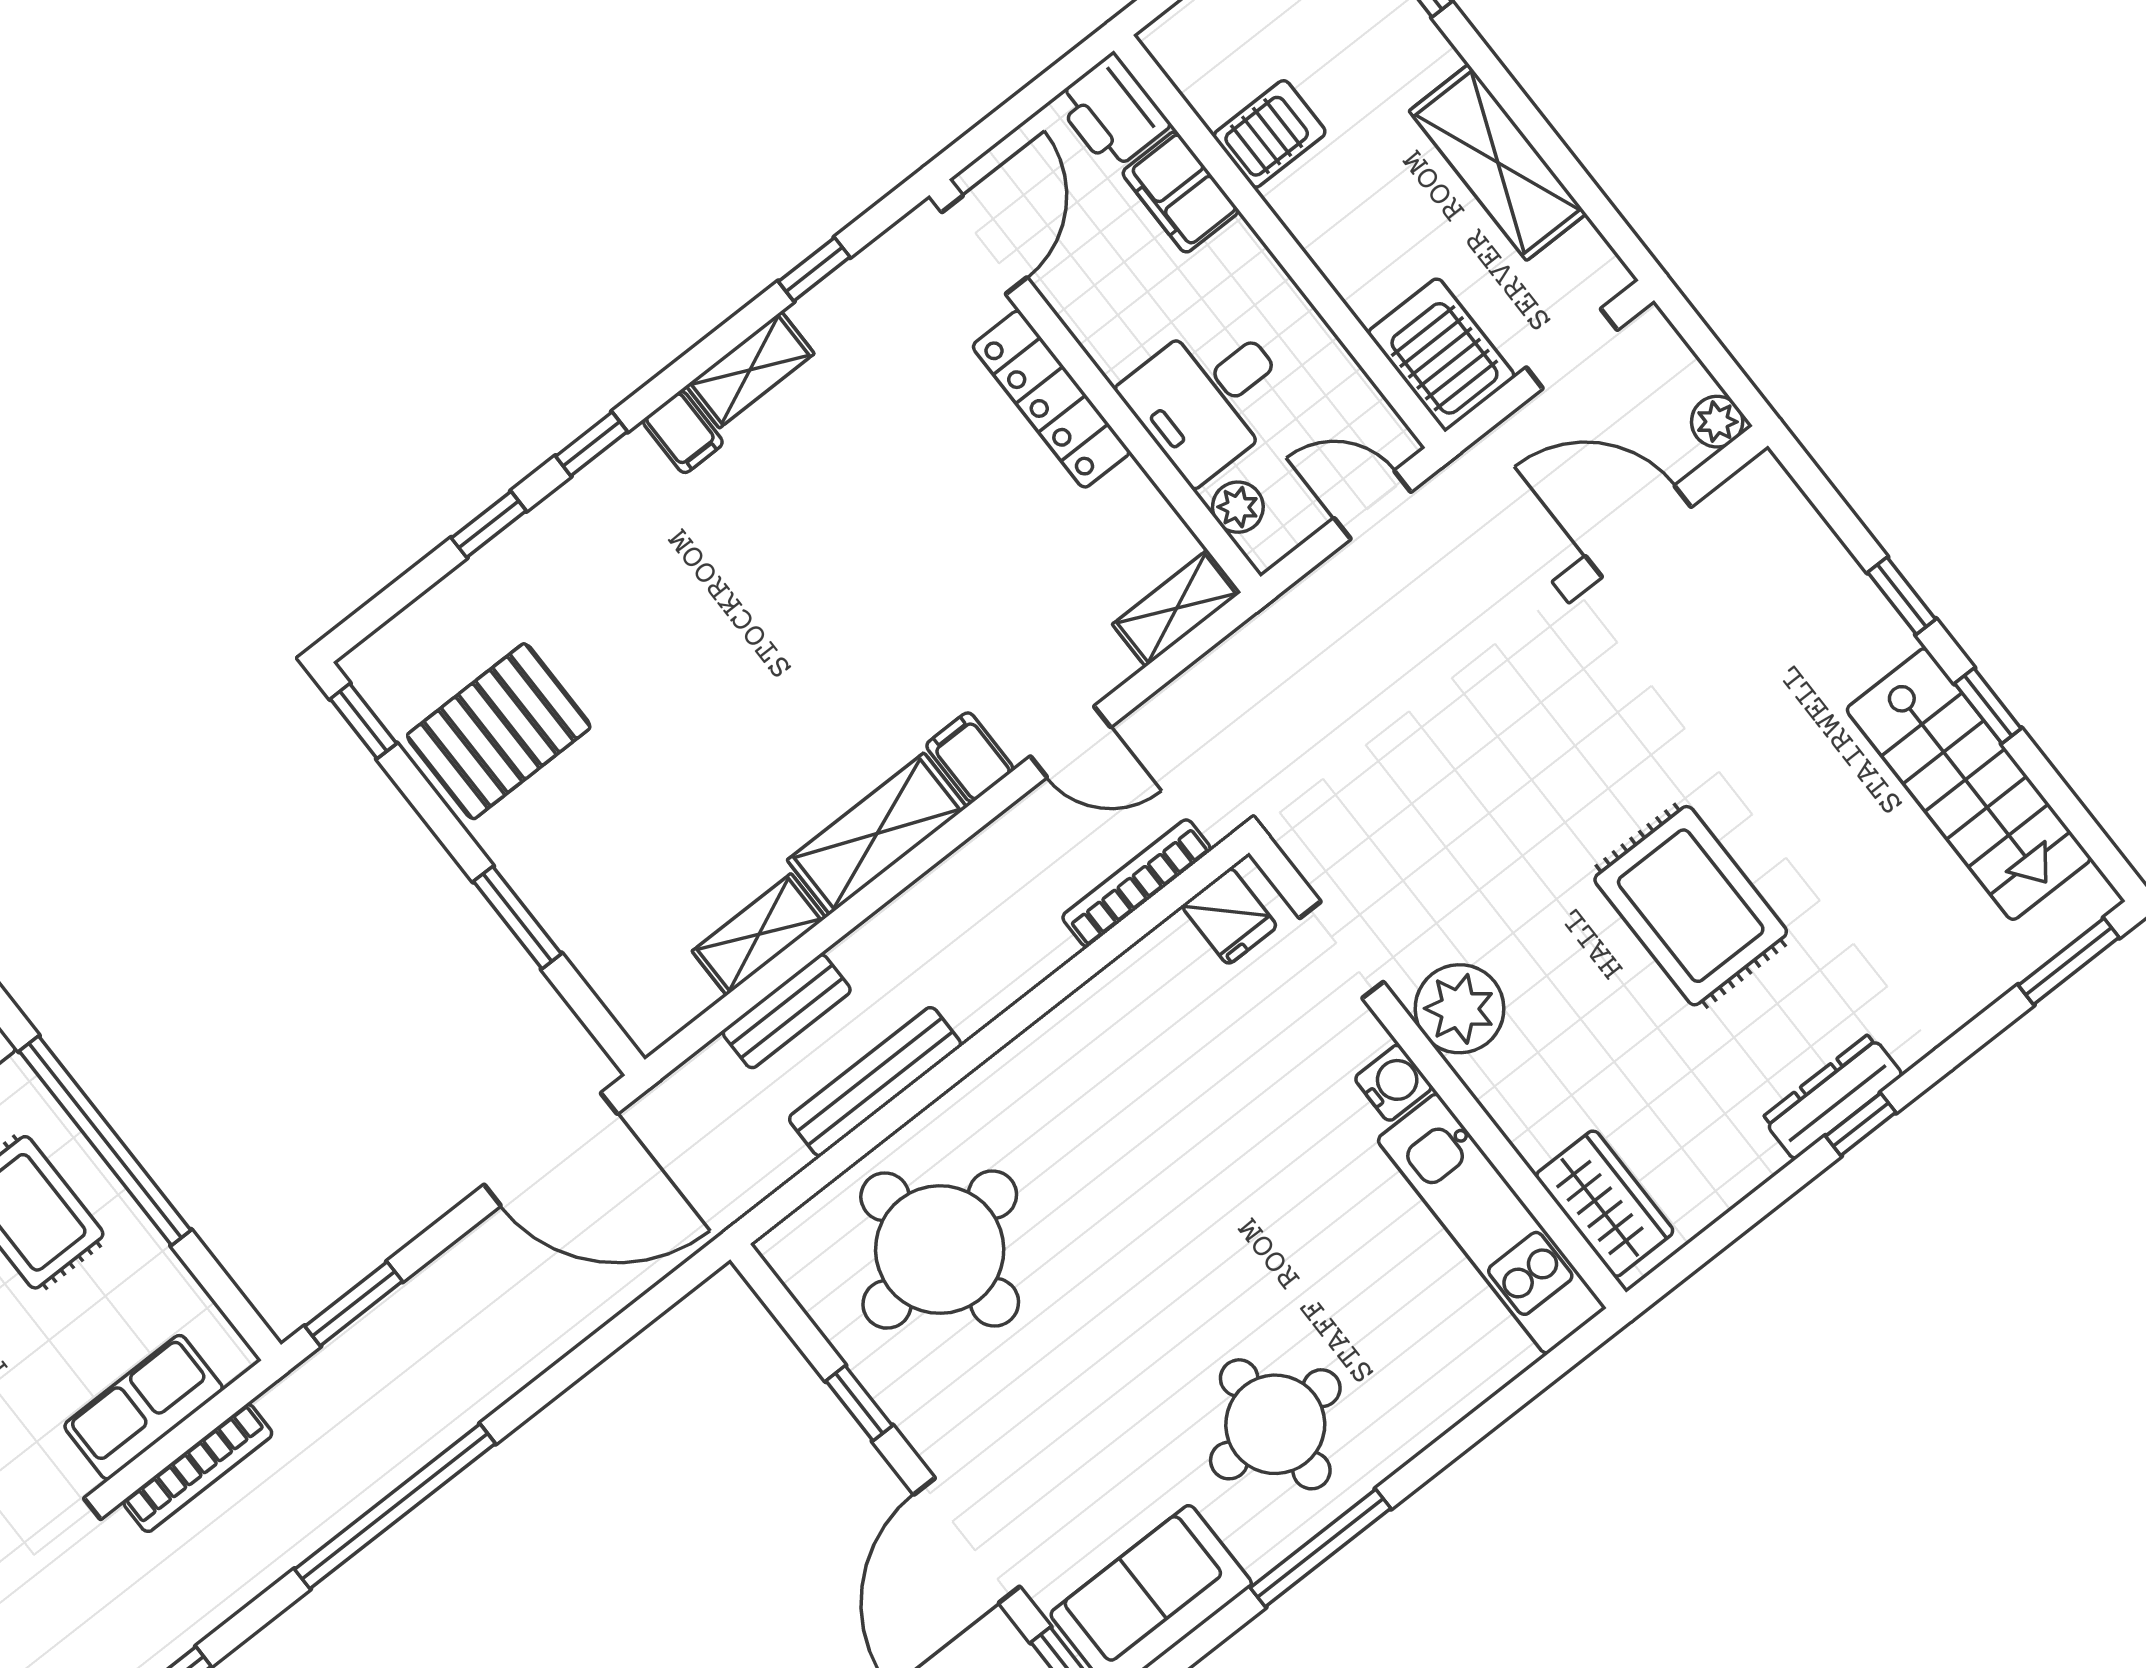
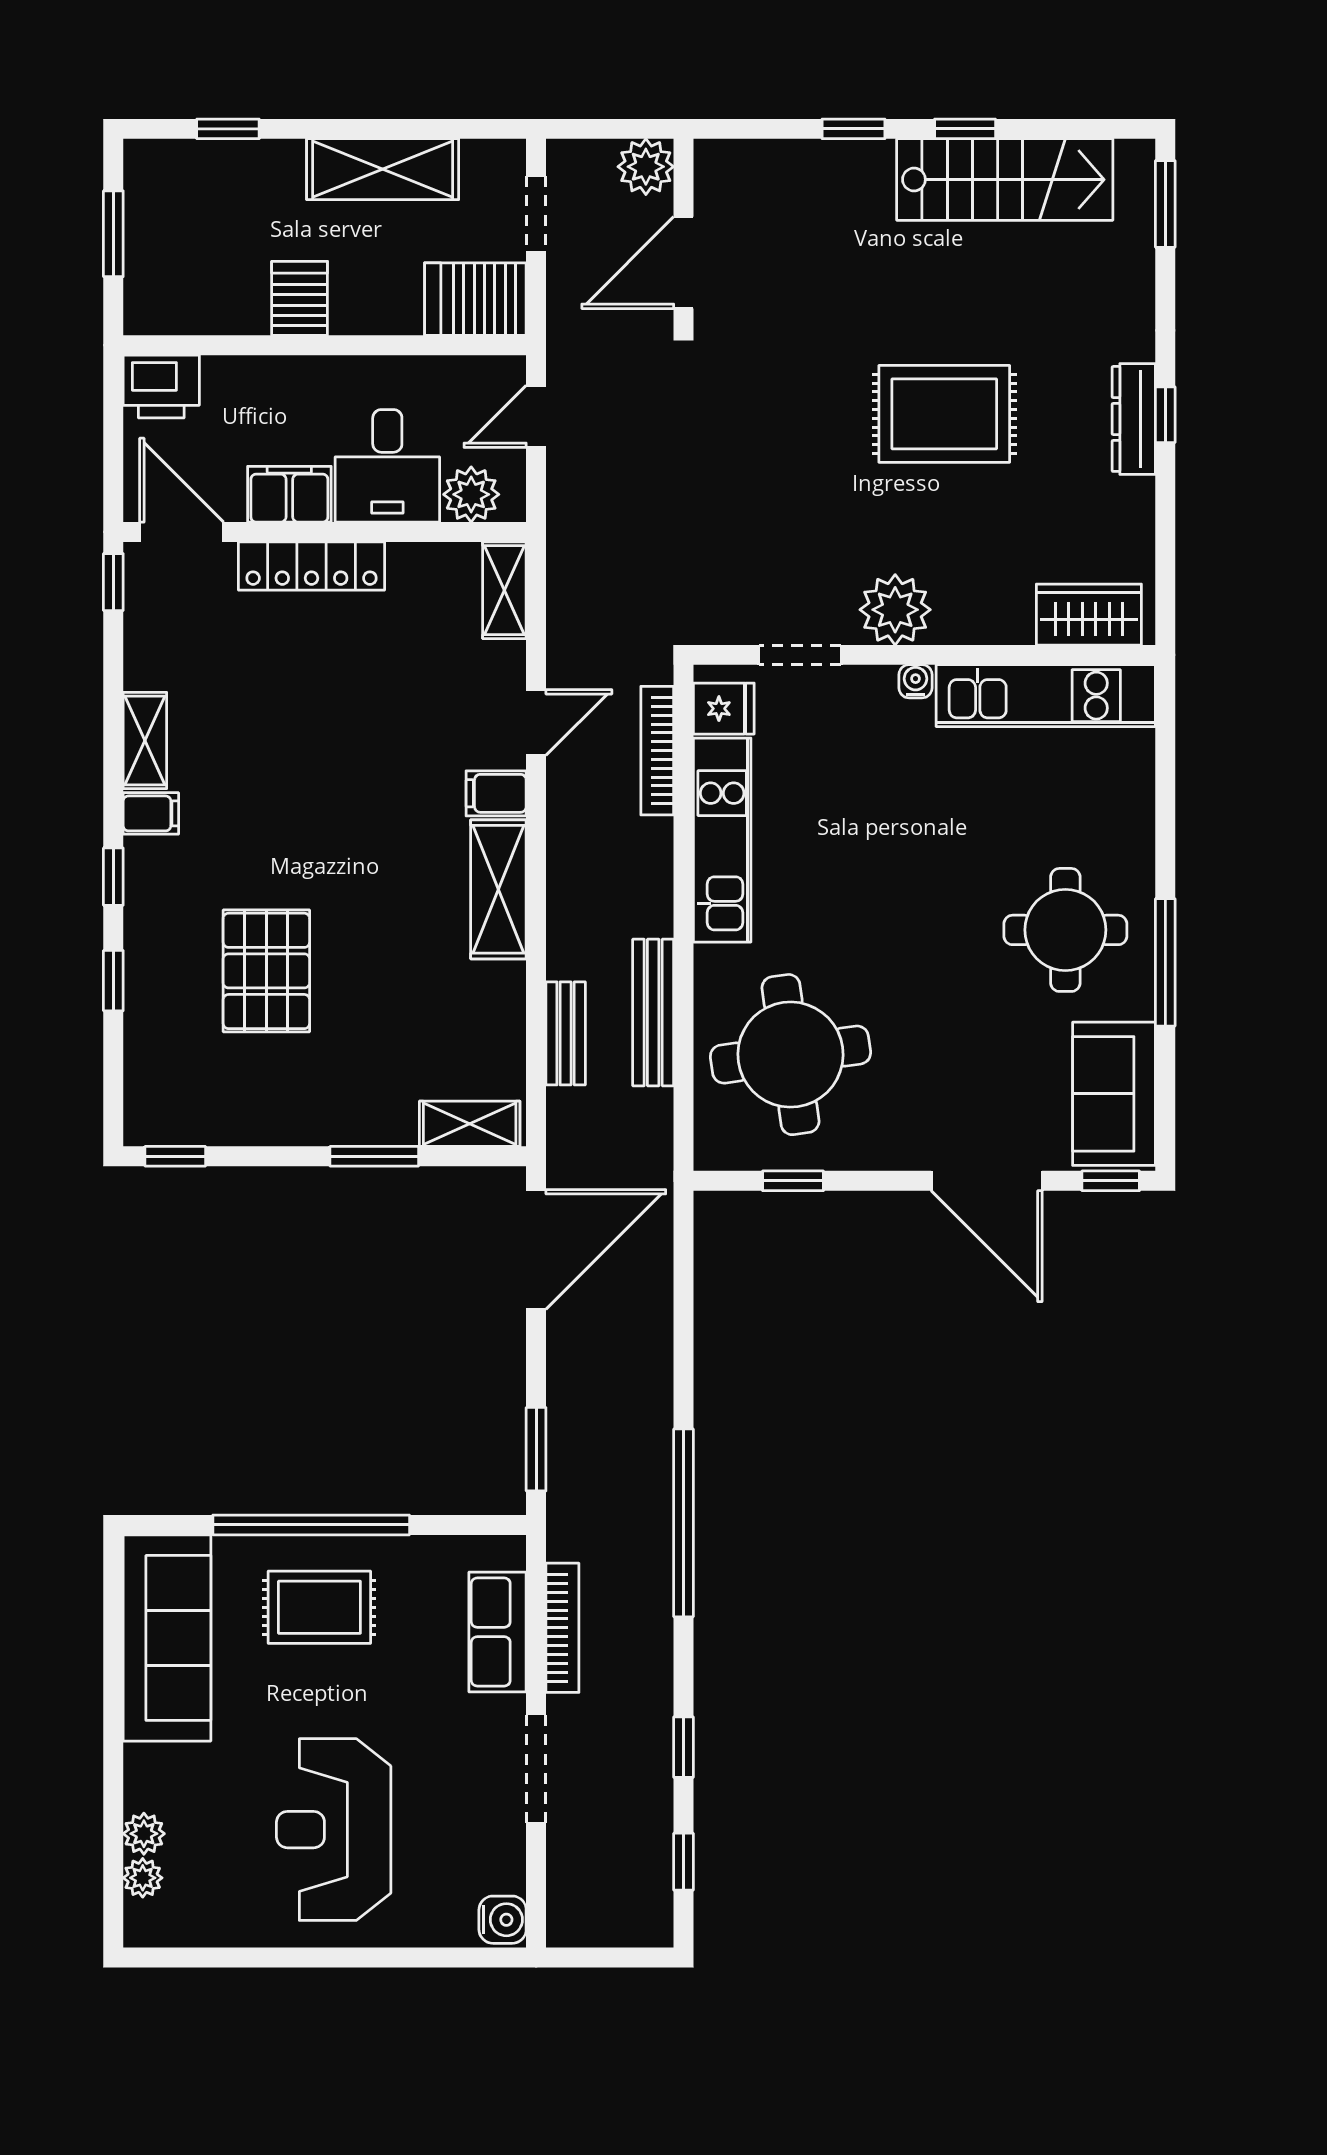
server rack: (1270, 134) -> (300, 298), moved
filing cabinet: (1180, 192) -> (289, 494), moved, turned 180
window: (814, 269) -> (113, 582), moved
plant: (1717, 422) -> (646, 167), width x1.38, depth x1.38
plant: (1238, 507) -> (471, 494), width x1.38, depth x1.38
pallet: (499, 731) -> (266, 971), moved
shelving: (759, 934) -> (470, 1124), moved, turned 90
kitchen unit: (1098, 1016) -> (722, 840), added
water cooler: (1393, 1083) -> (915, 681), width x0.72, depth x0.72
window: (859, 1403) -> (793, 1181), moved

